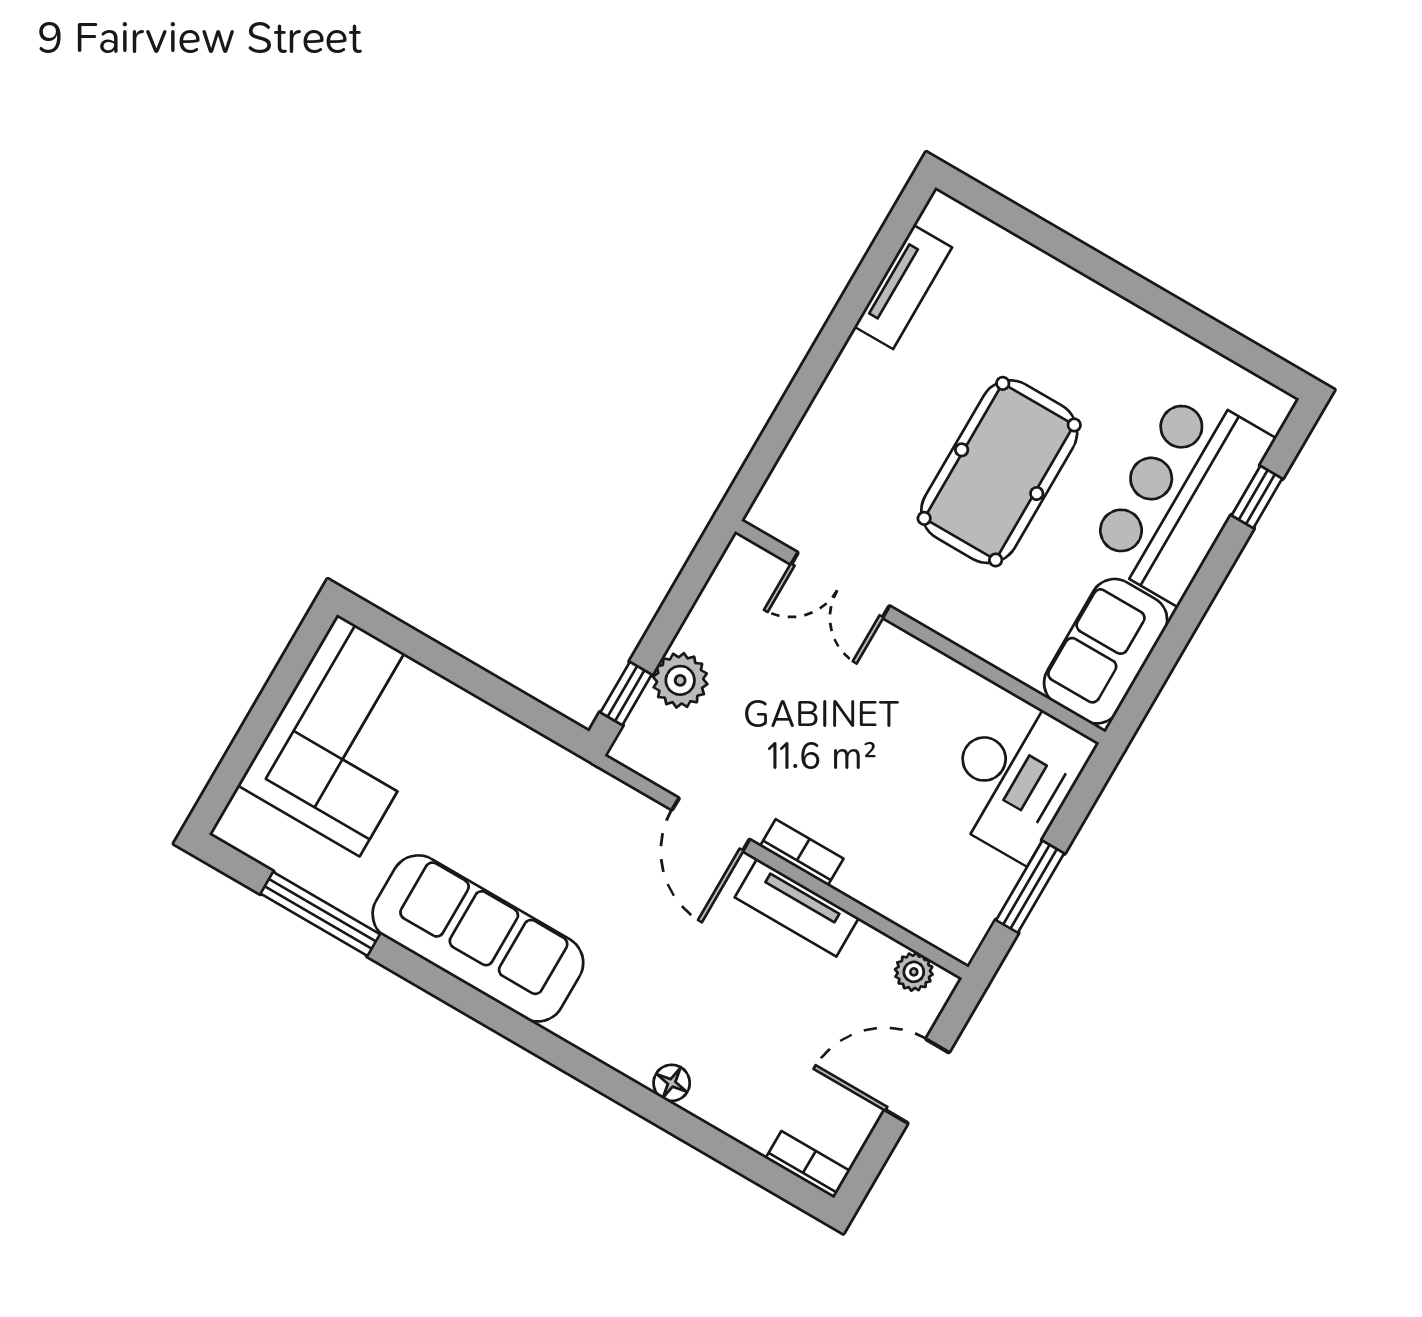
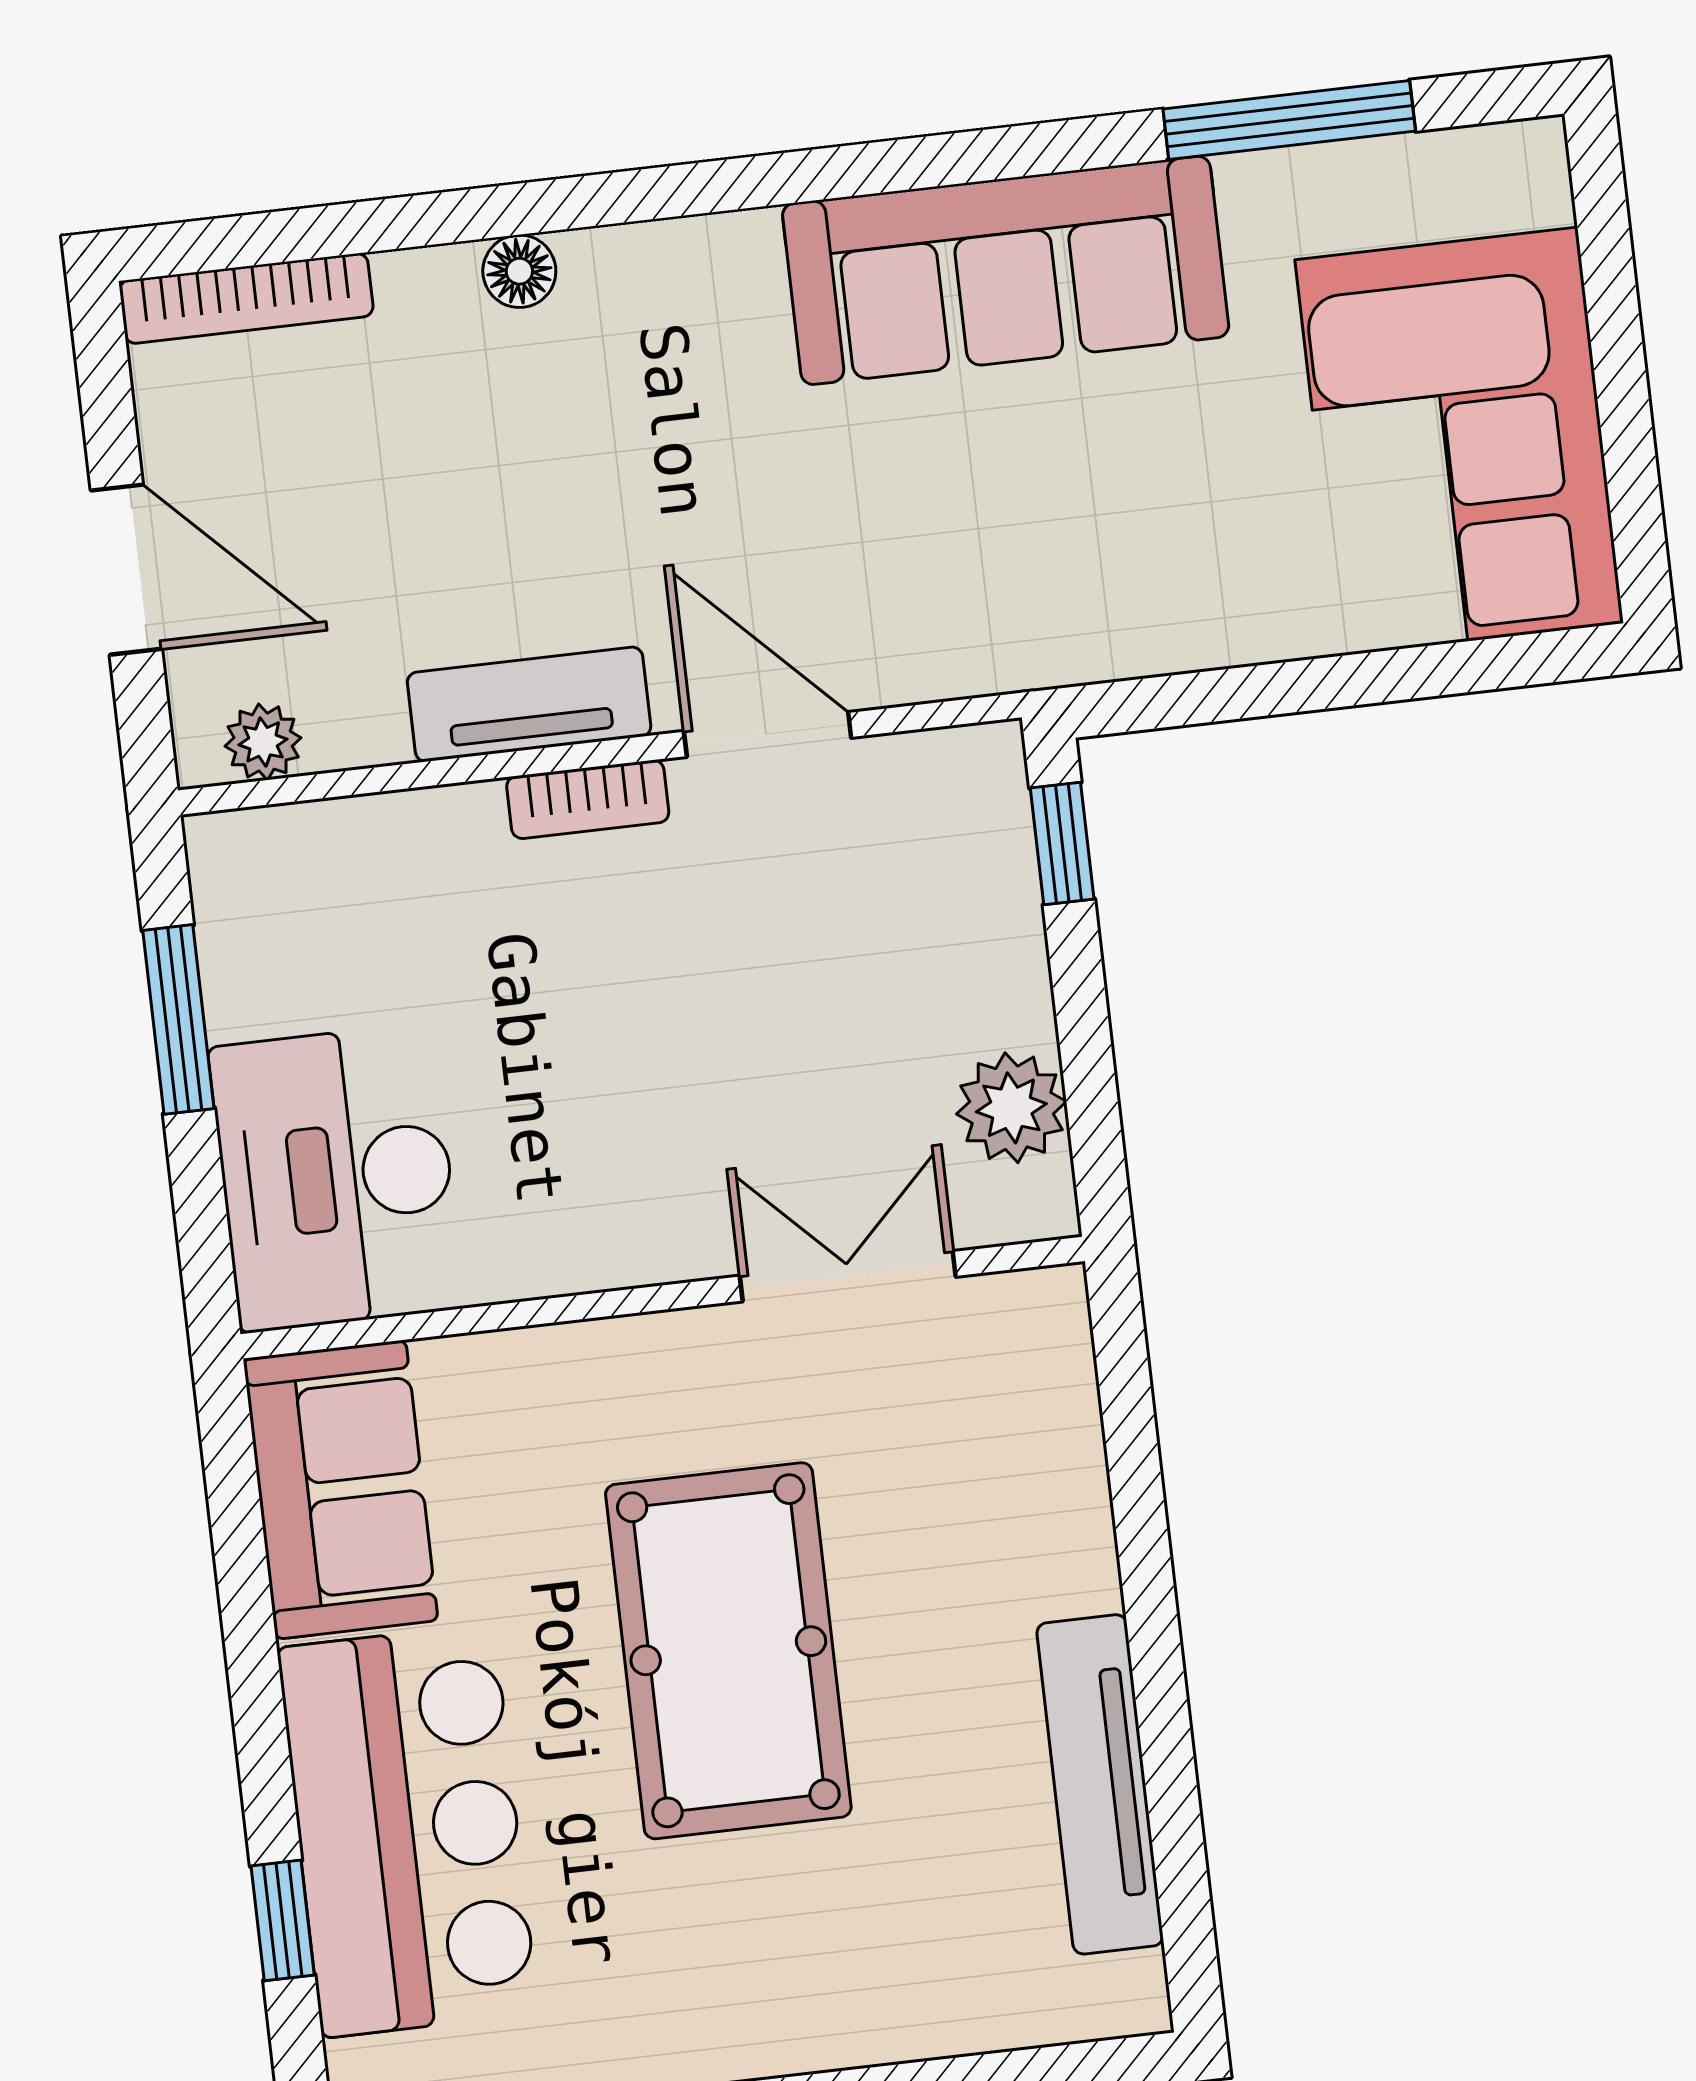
tv unit: (903, 287) -> (1100, 1784), width x1.41
plant: (680, 680) -> (1011, 1108), moved
door: (917, 1081) -> (126, 570), hinge flipped
bookcase: (808, 1165) -> (246, 298), width x1.56

